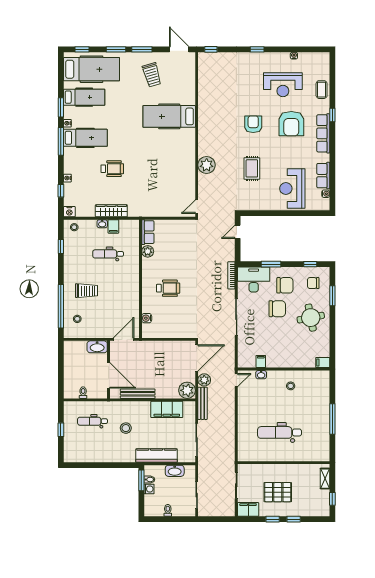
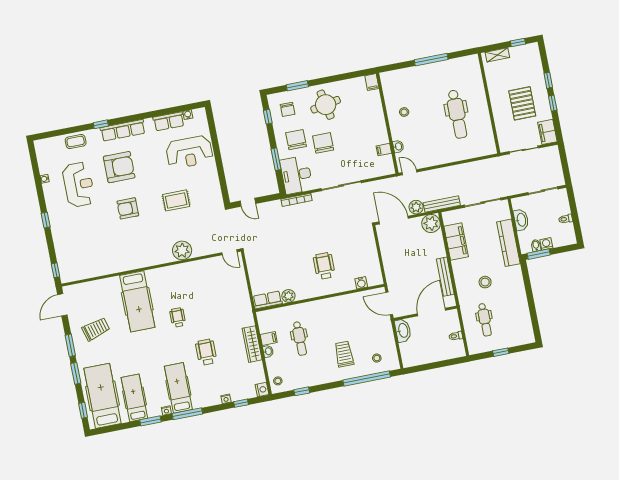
wheelchair: (148, 149) -> (178, 317), added

